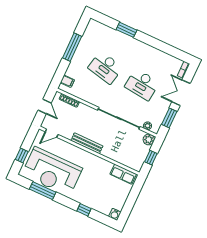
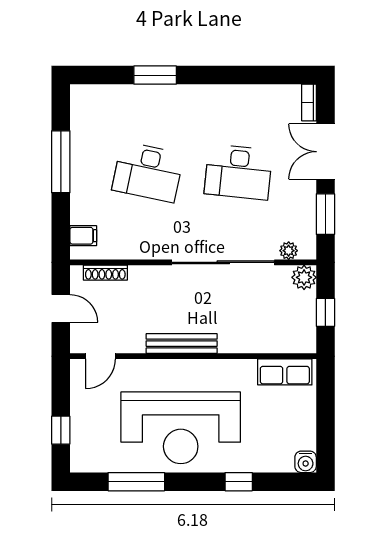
reception desk: (52, 172) -> (181, 428), moved

